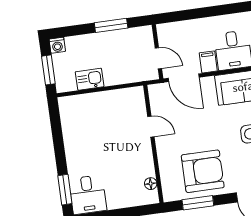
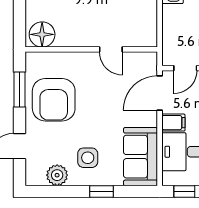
door: (151, 127) -> (111, 49), hinge flipped
floor lamp: (151, 184) -> (42, 34), width x1.89, depth x1.89

